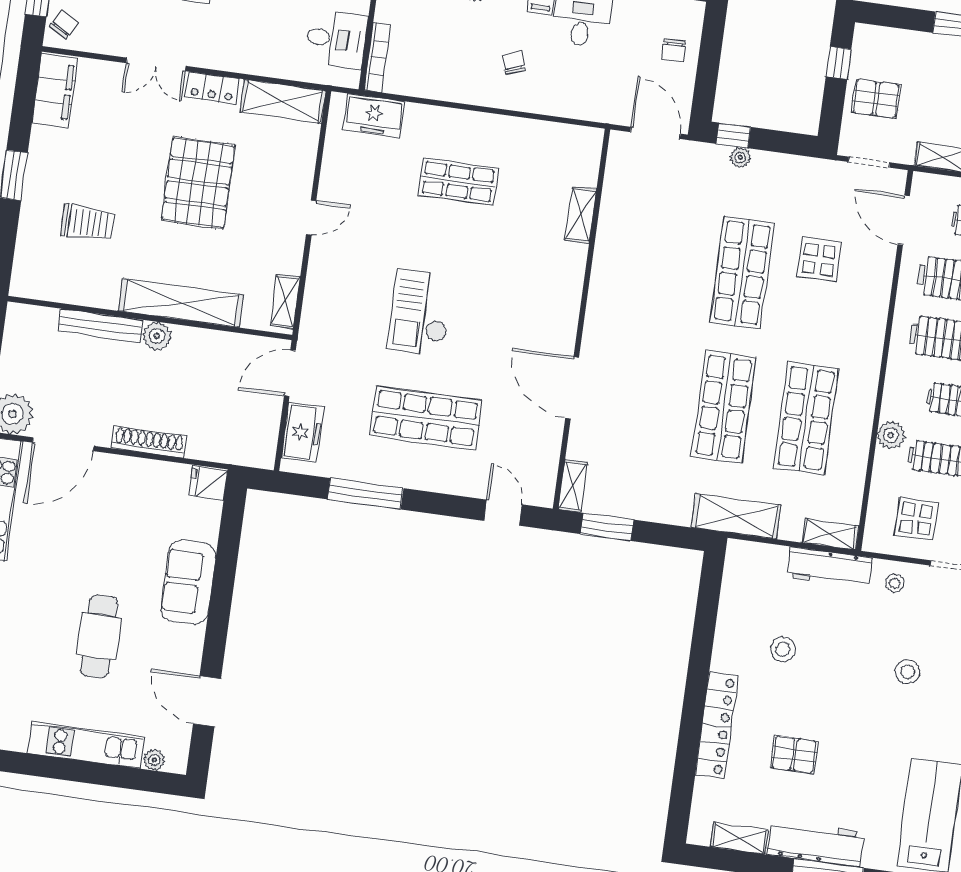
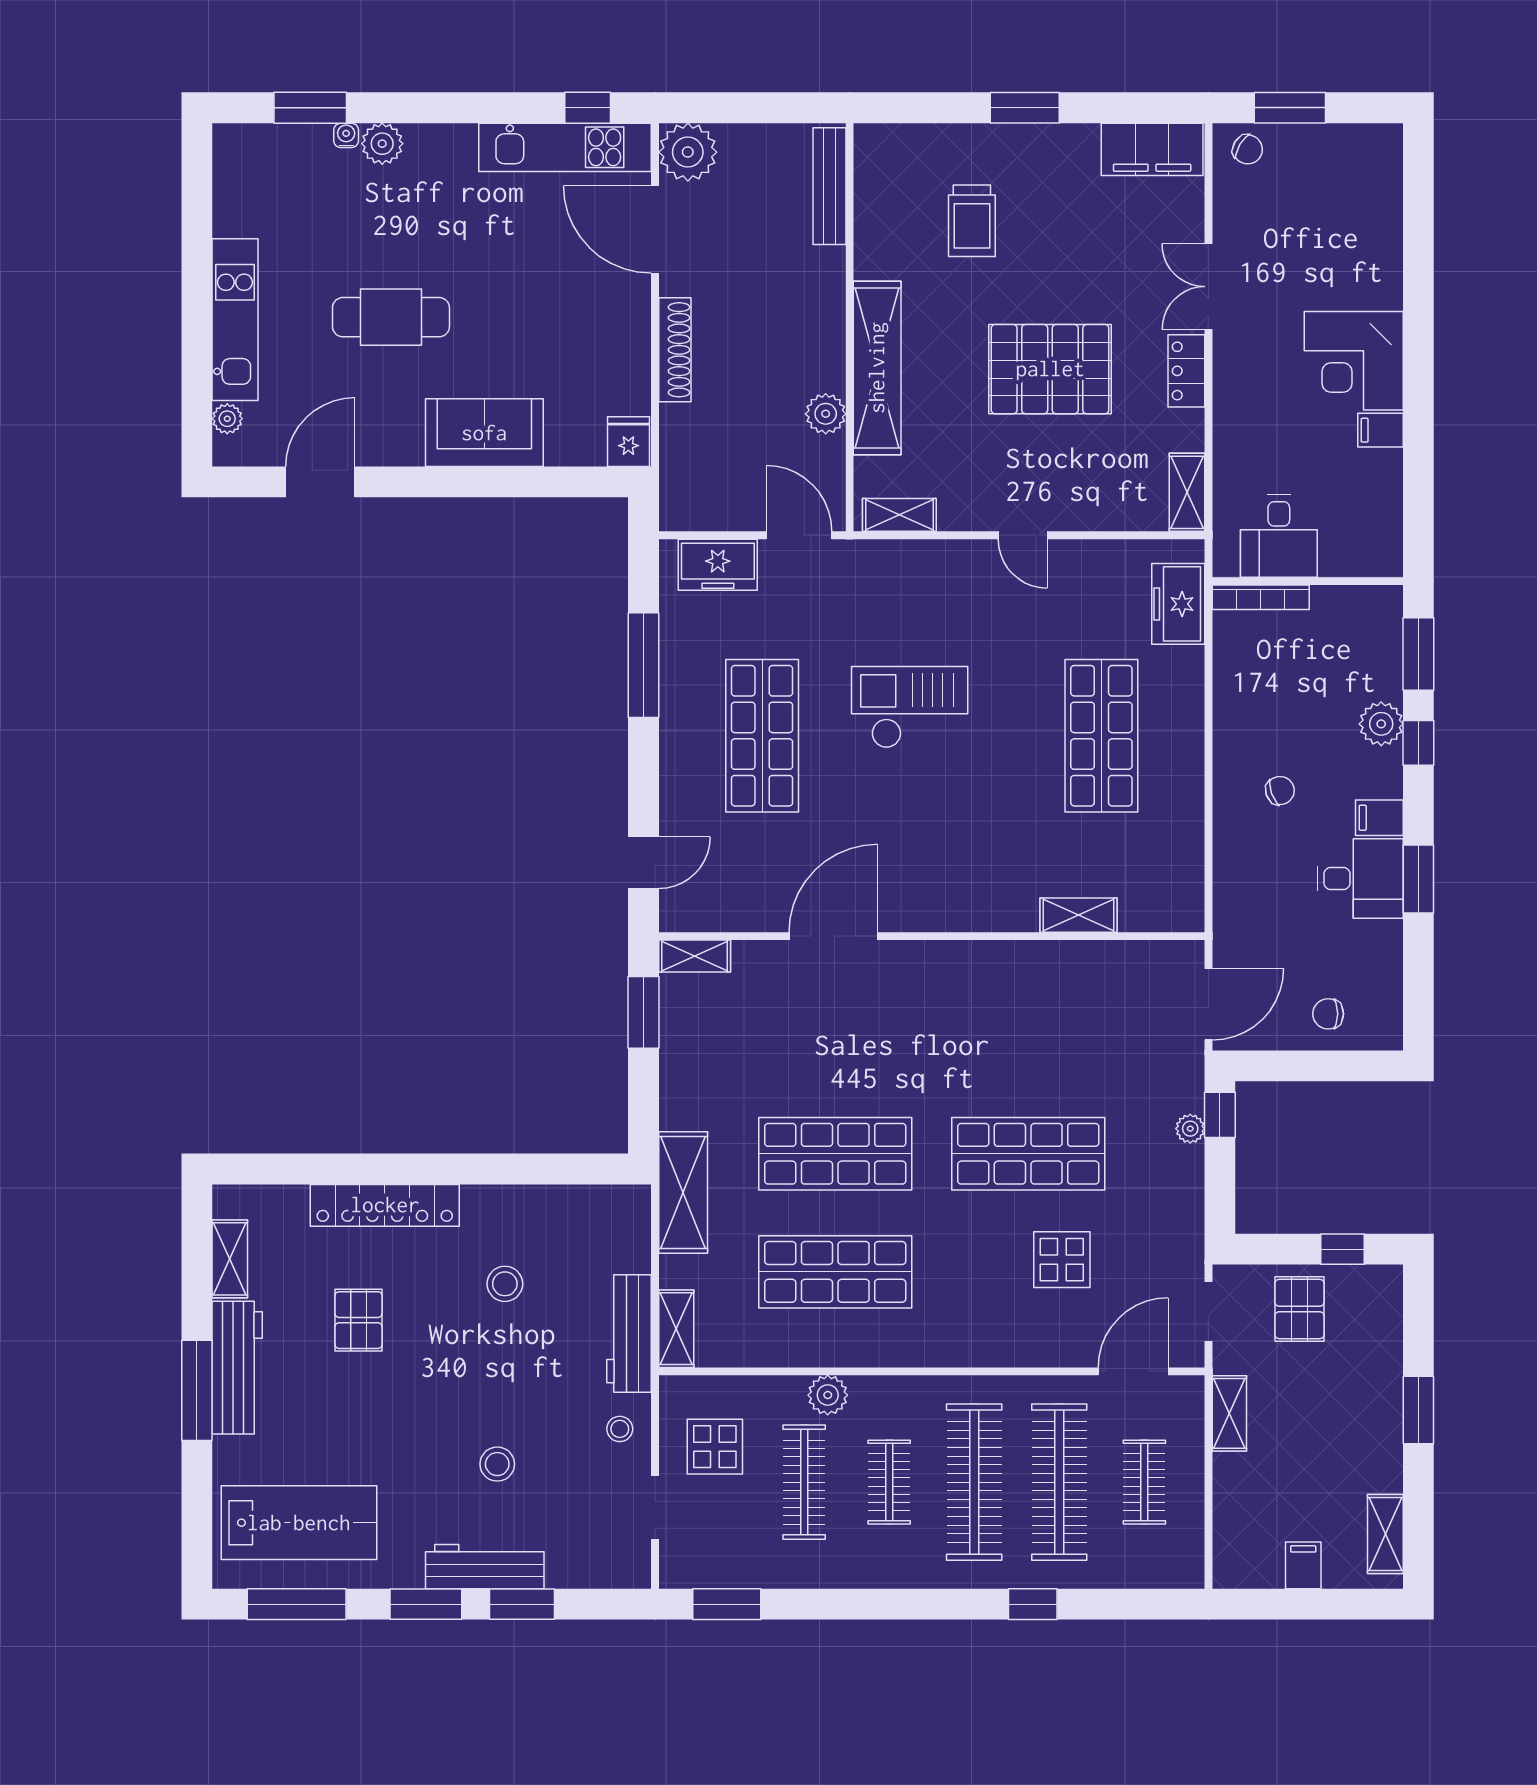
shelving: (283, 101) -> (1187, 492), width x0.67, depth x0.75
shop shelf: (458, 182) -> (1101, 736), width x1.43, depth x1.36
bench: (100, 326) -> (829, 186), moved
plant: (157, 336) -> (826, 414), moved

